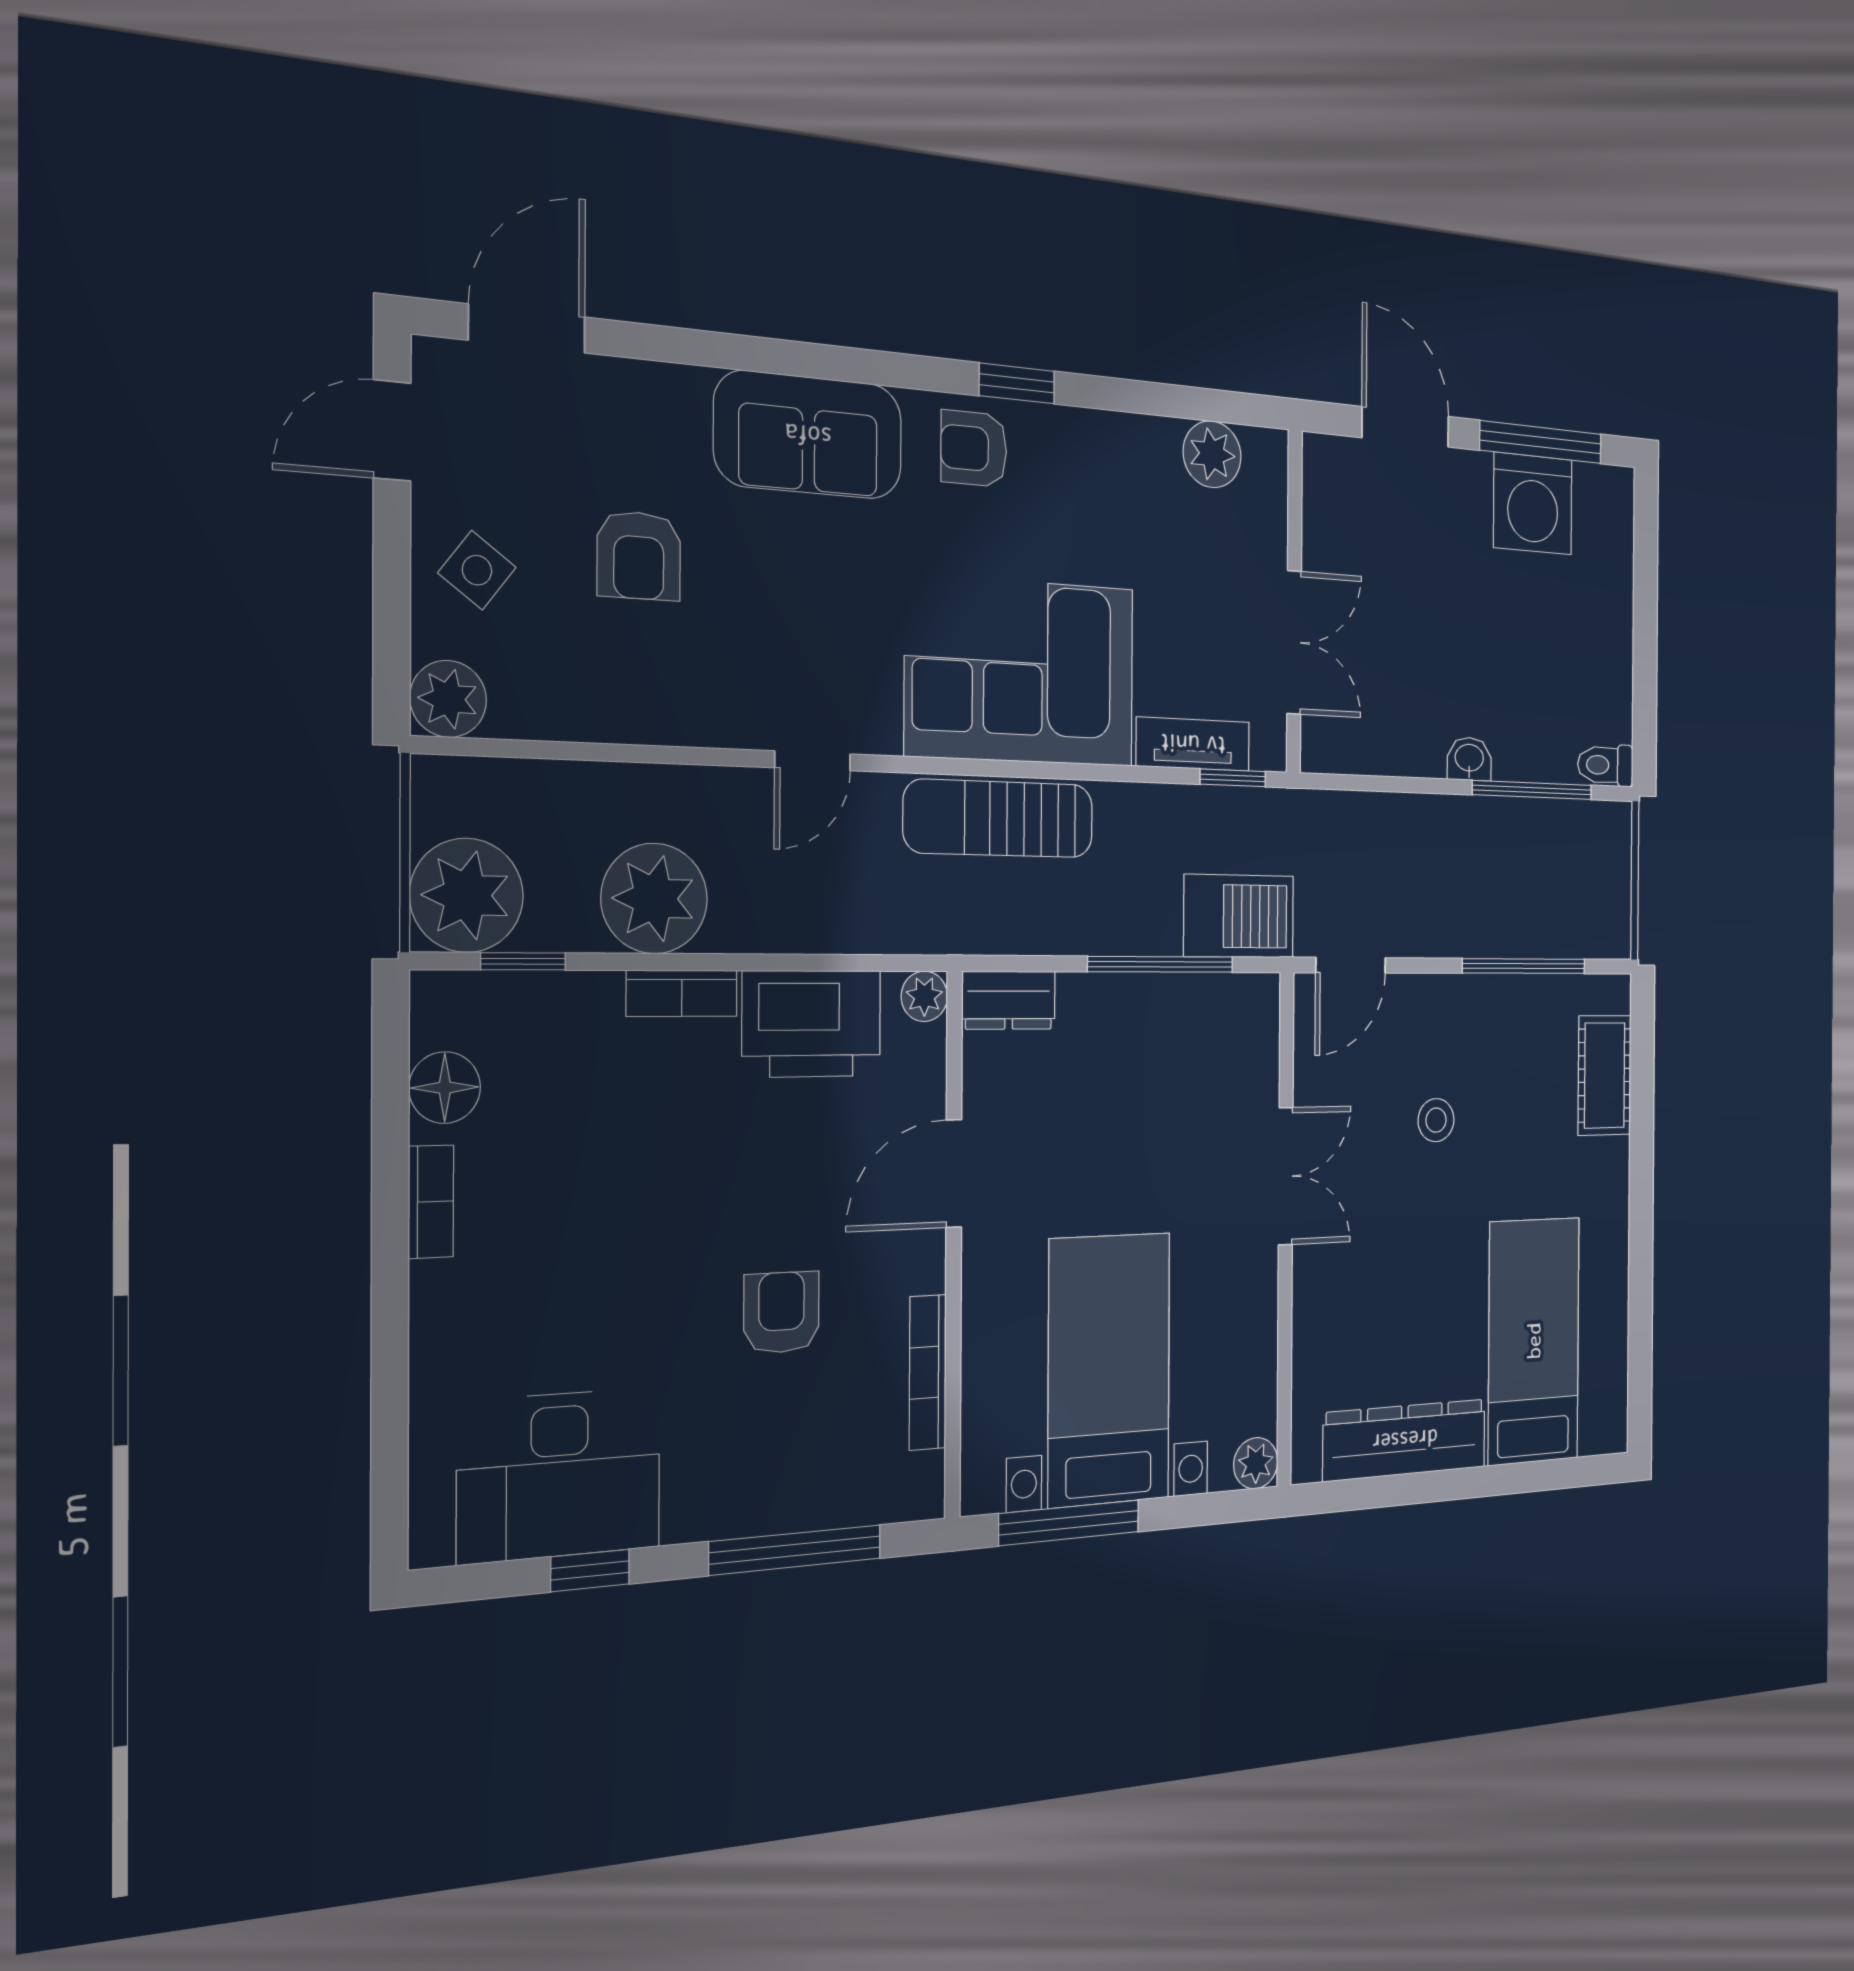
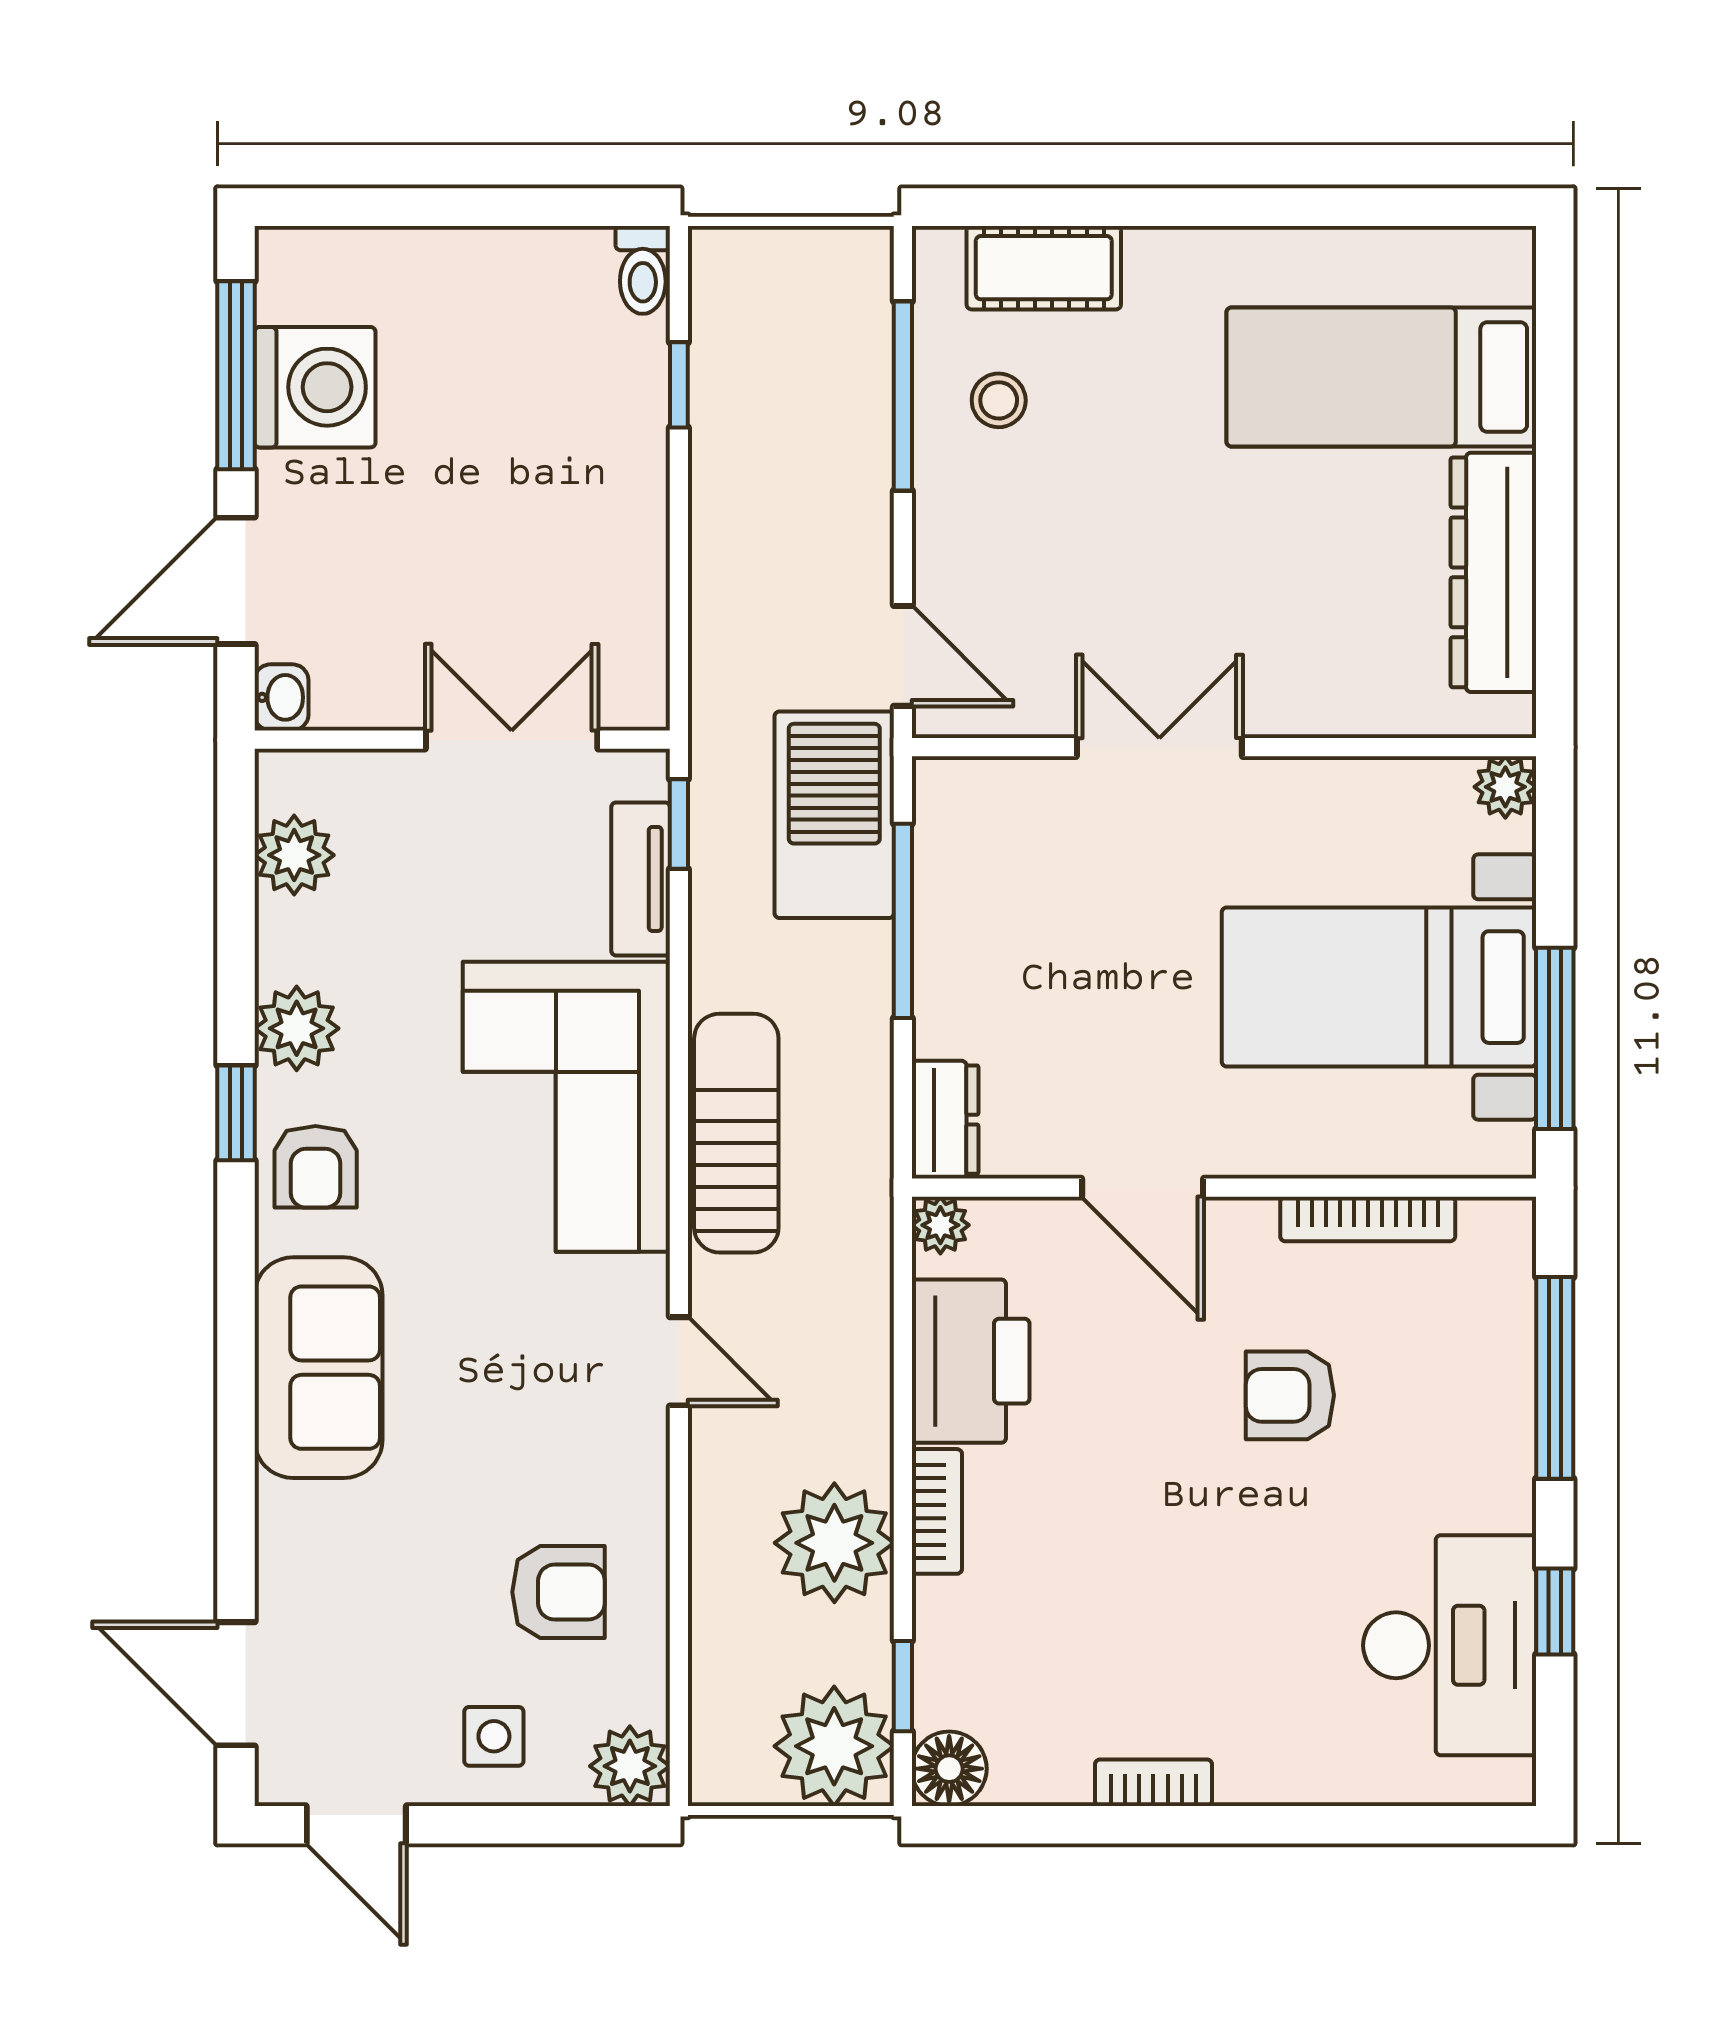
plant: (1082, 443) -> (297, 1028), added
armchair: (639, 556) -> (559, 1592), moved
side table: (477, 570) -> (494, 1736), turned -37
washbasin: (1469, 759) -> (281, 697), moved, turned 180
window: (1532, 790) -> (679, 385), width x0.46
sun lounger: (999, 819) -> (736, 1133), turned 180
barbecue: (1239, 916) -> (834, 815), width x1.37, depth x1.21
floor lamp: (445, 1088) -> (949, 1769), moved
stool: (1436, 1120) -> (999, 400), moved

